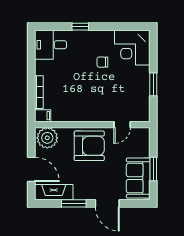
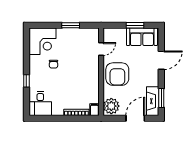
door: (122, 125) -> (101, 49), hinge flipped
armchair: (89, 146) -> (117, 74), turned 180
window: (74, 203) -> (161, 98), moved

